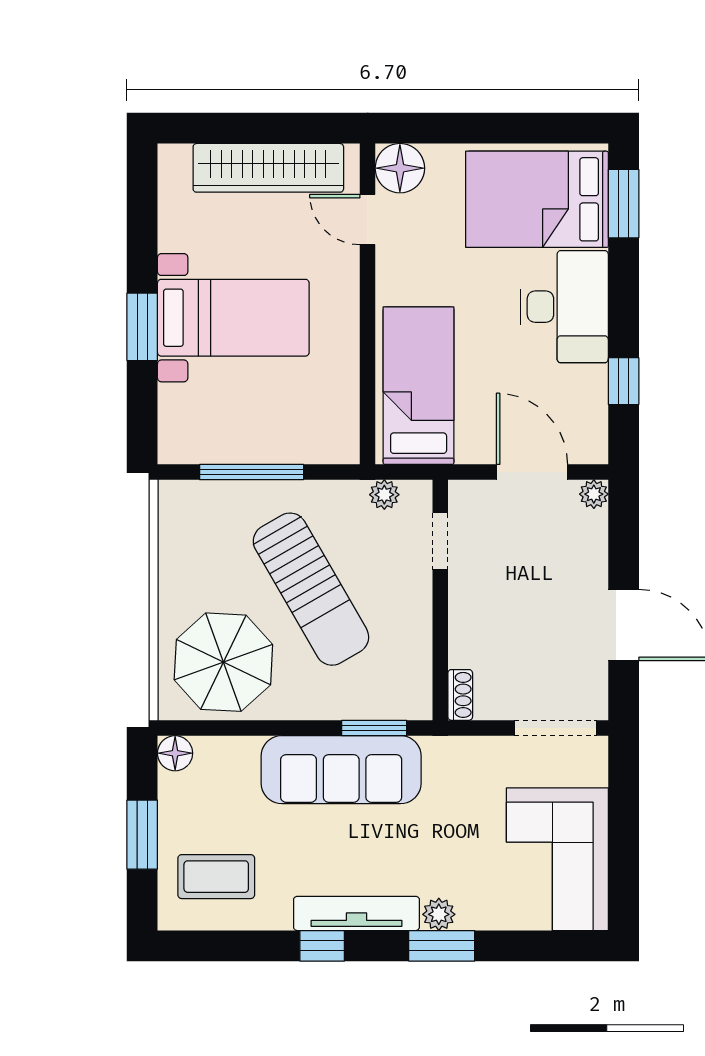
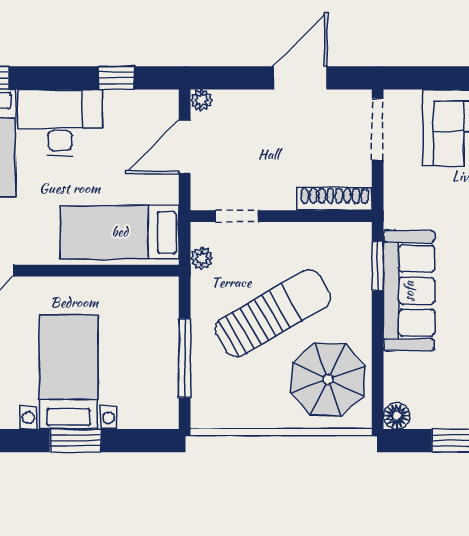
shoe rack: (460, 695) -> (335, 199), width x1.94, depth x1.24

